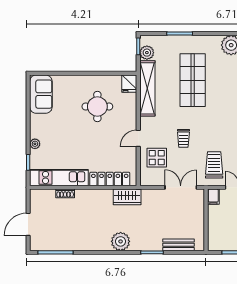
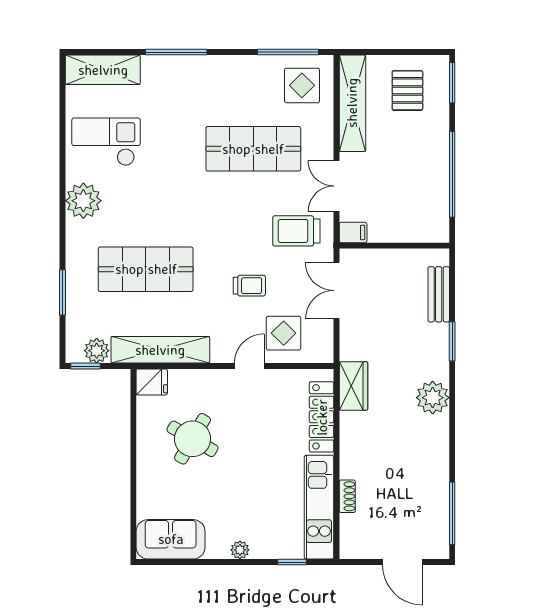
round table: (97, 107) -> (193, 439), turned 30
door: (138, 138) -> (249, 366), swing flipped
plant: (35, 144) -> (240, 550), moved

